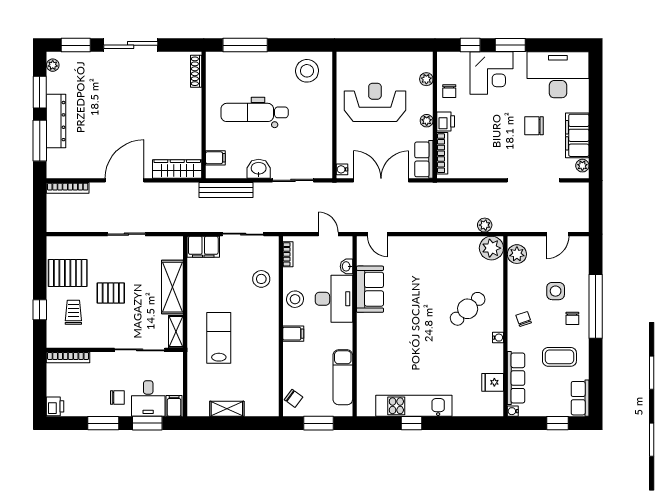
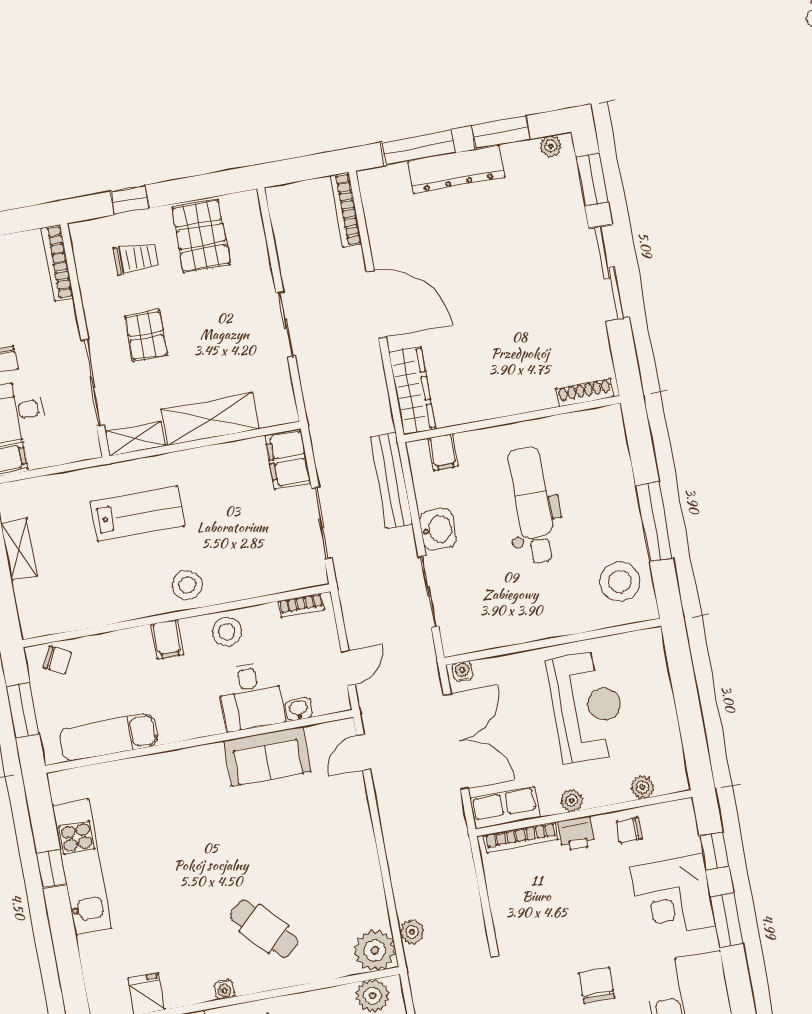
window: (245, 45) -> (654, 522), moved
stool: (261, 279) -> (187, 585), moved
pallet: (111, 293) -> (146, 336), moved
desk: (334, 299) -> (251, 696), width x0.73
chair: (294, 398) -> (57, 660), turned -101

